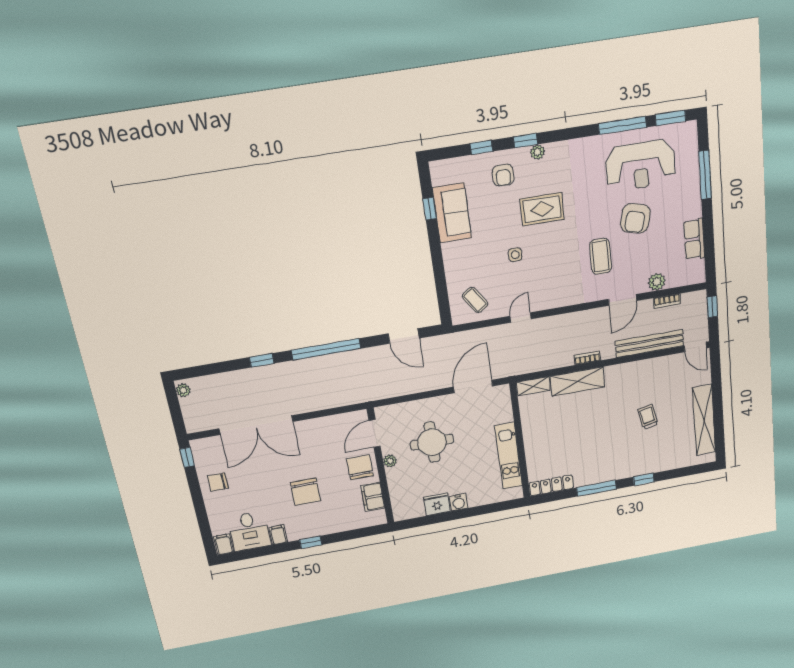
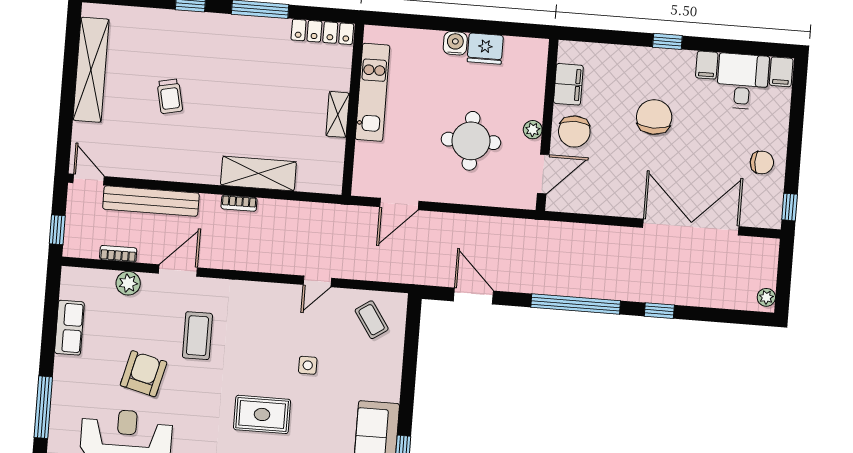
door: (473, 386) -> (399, 204), width x0.73
shelving: (533, 386) -> (338, 114), moved, turned 90

